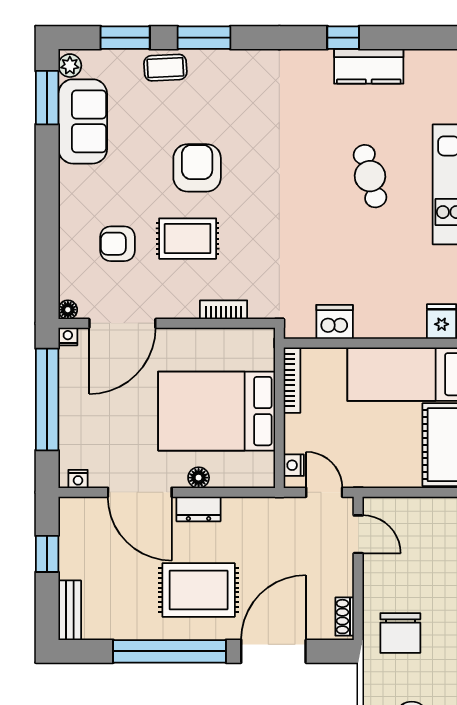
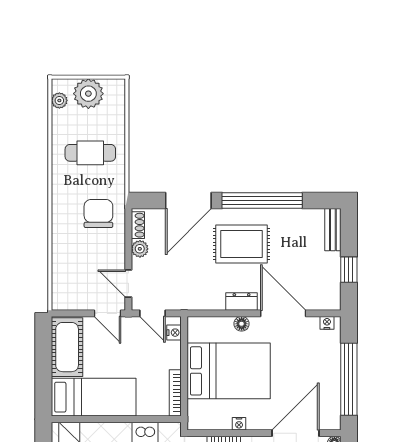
nightstand: (68, 337) -> (239, 424), moved
door: (387, 492) -> (108, 313), added
plant: (342, 583) -> (140, 249), added

